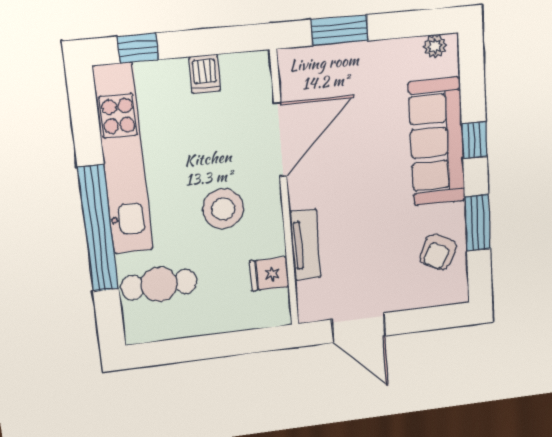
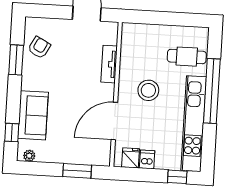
window: (474, 140) -> (12, 133), moved
sofa: (437, 142) -> (33, 115), width x0.73
fridge: (269, 274) -> (131, 158), moved, turned -90

